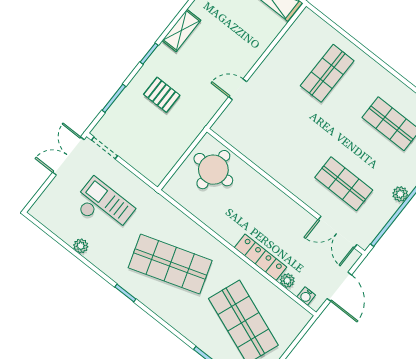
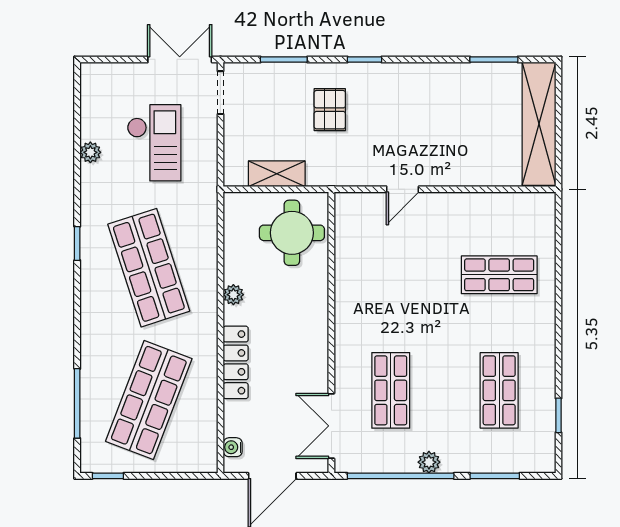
shelving: (181, 30) -> (277, 174), moved
door: (238, 89) -> (403, 189), swing flipped
plant: (287, 280) -> (233, 295), moved

